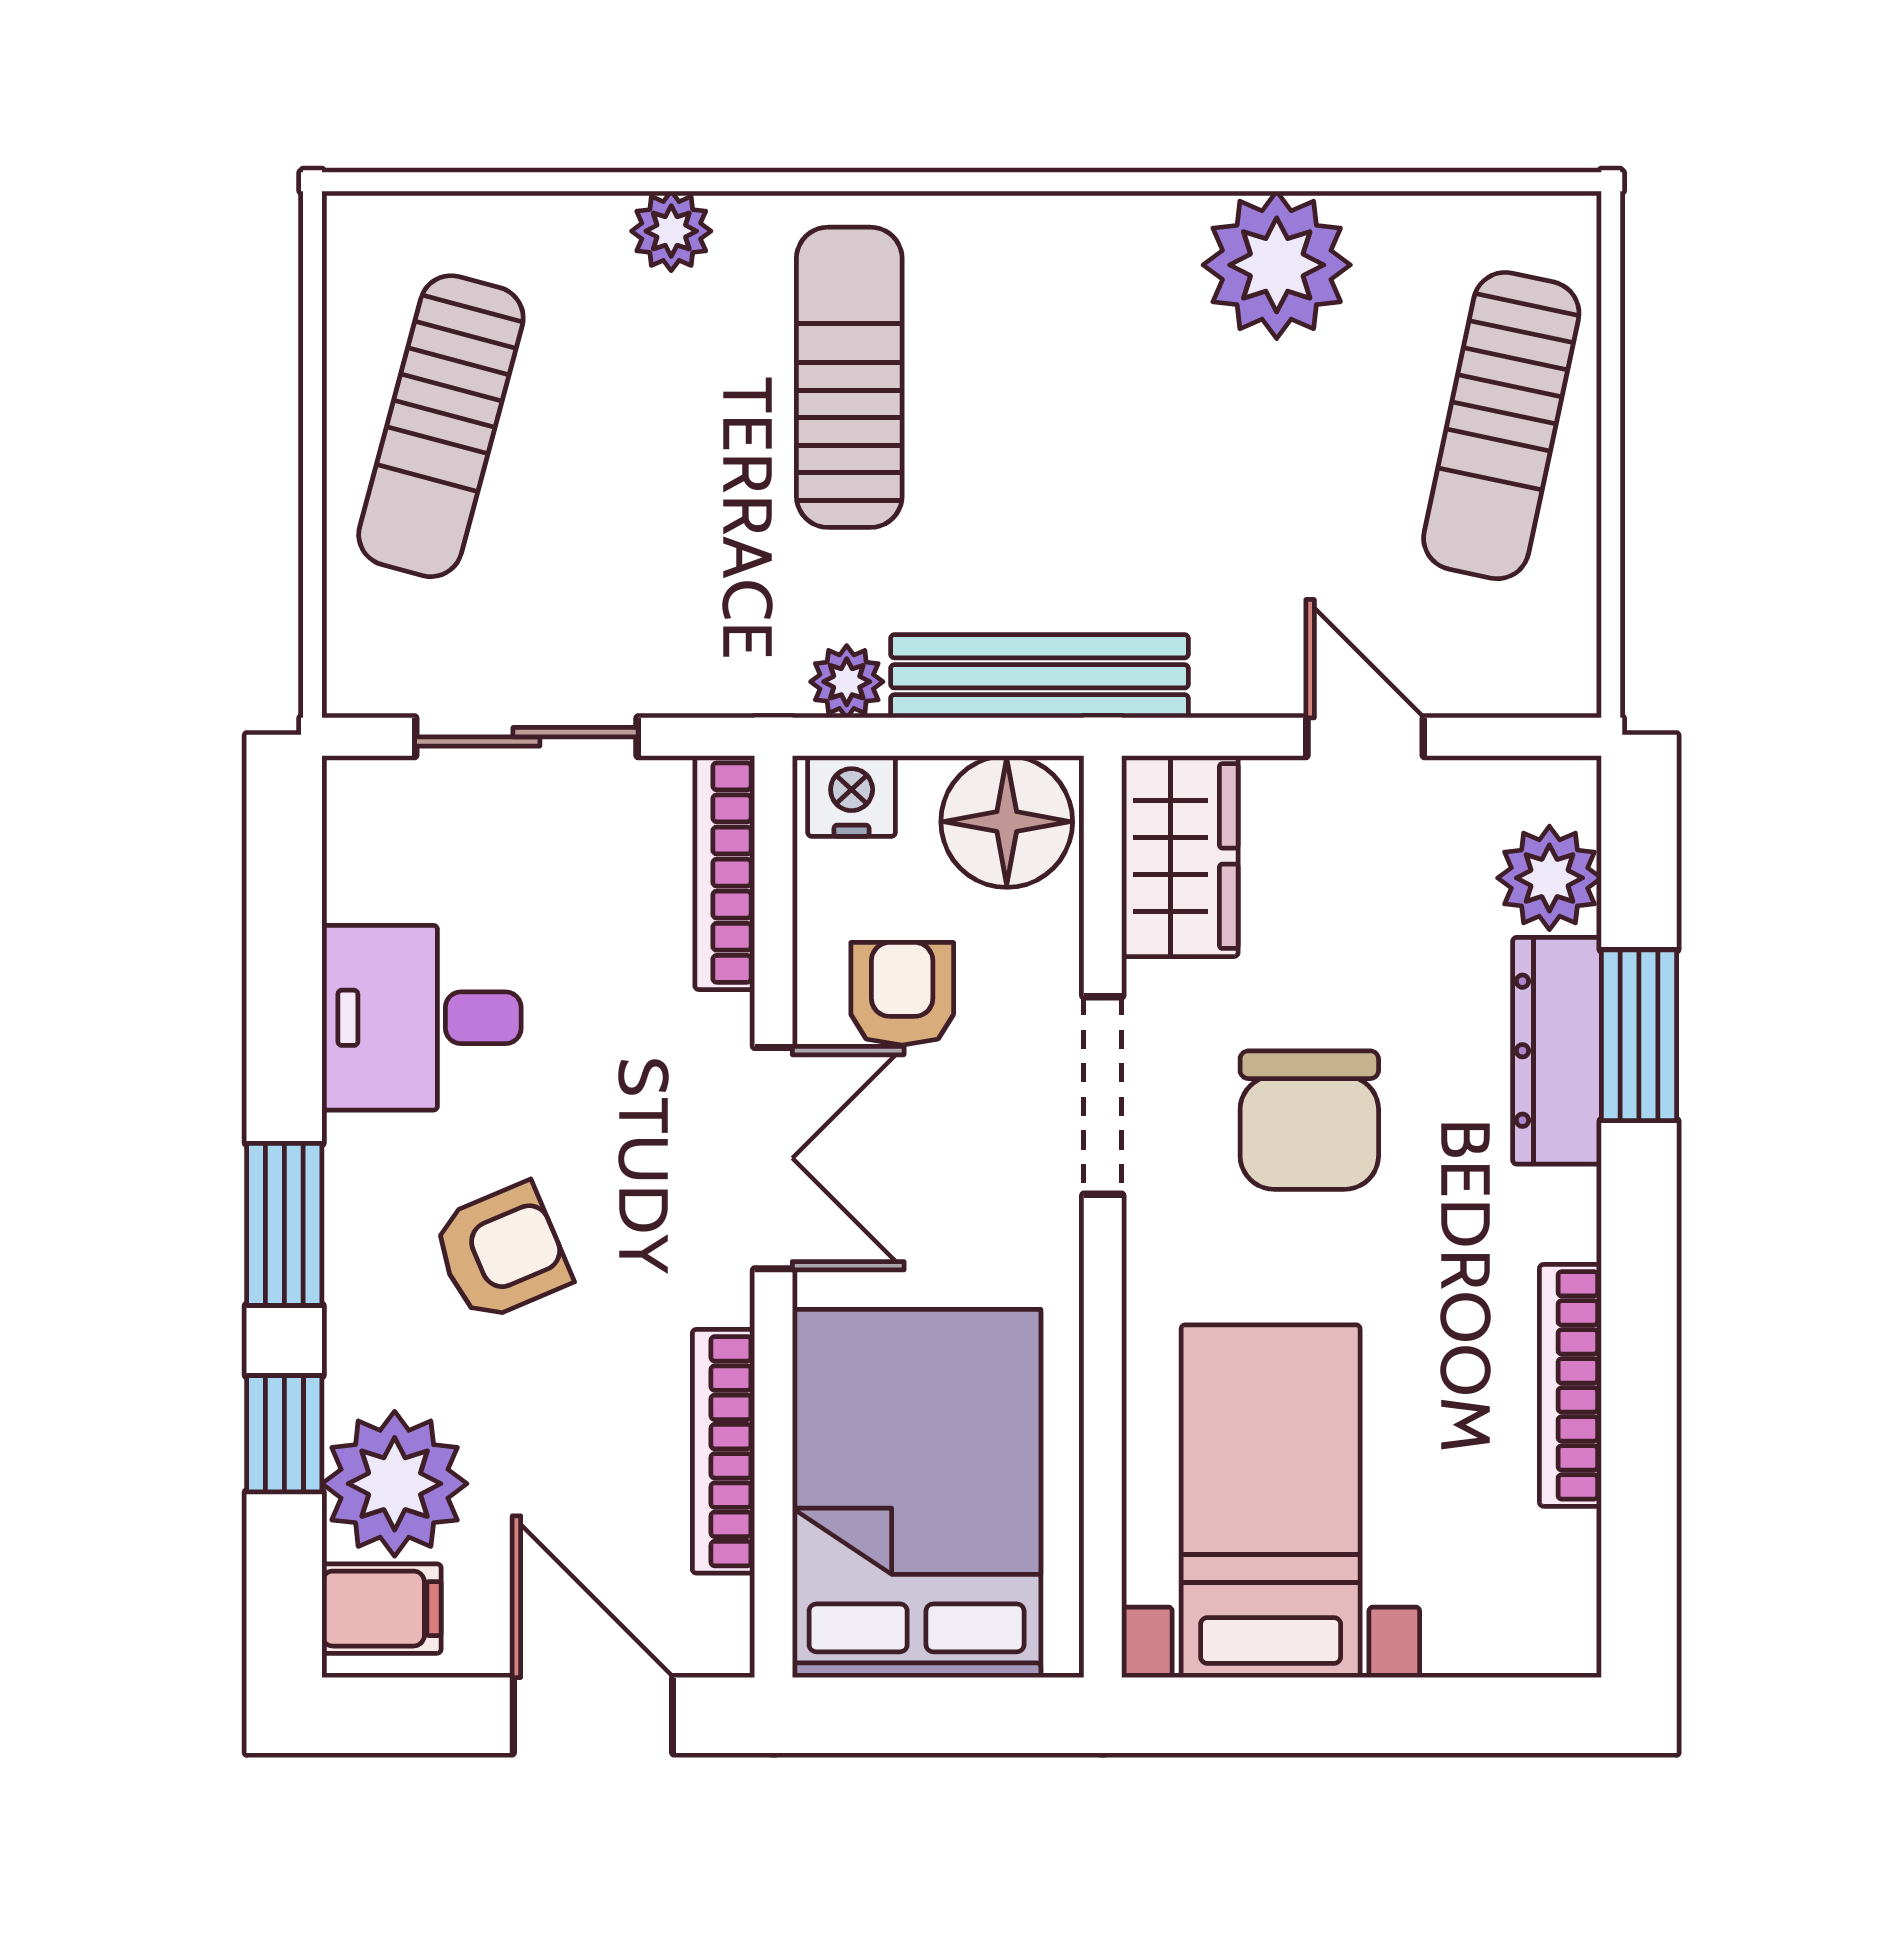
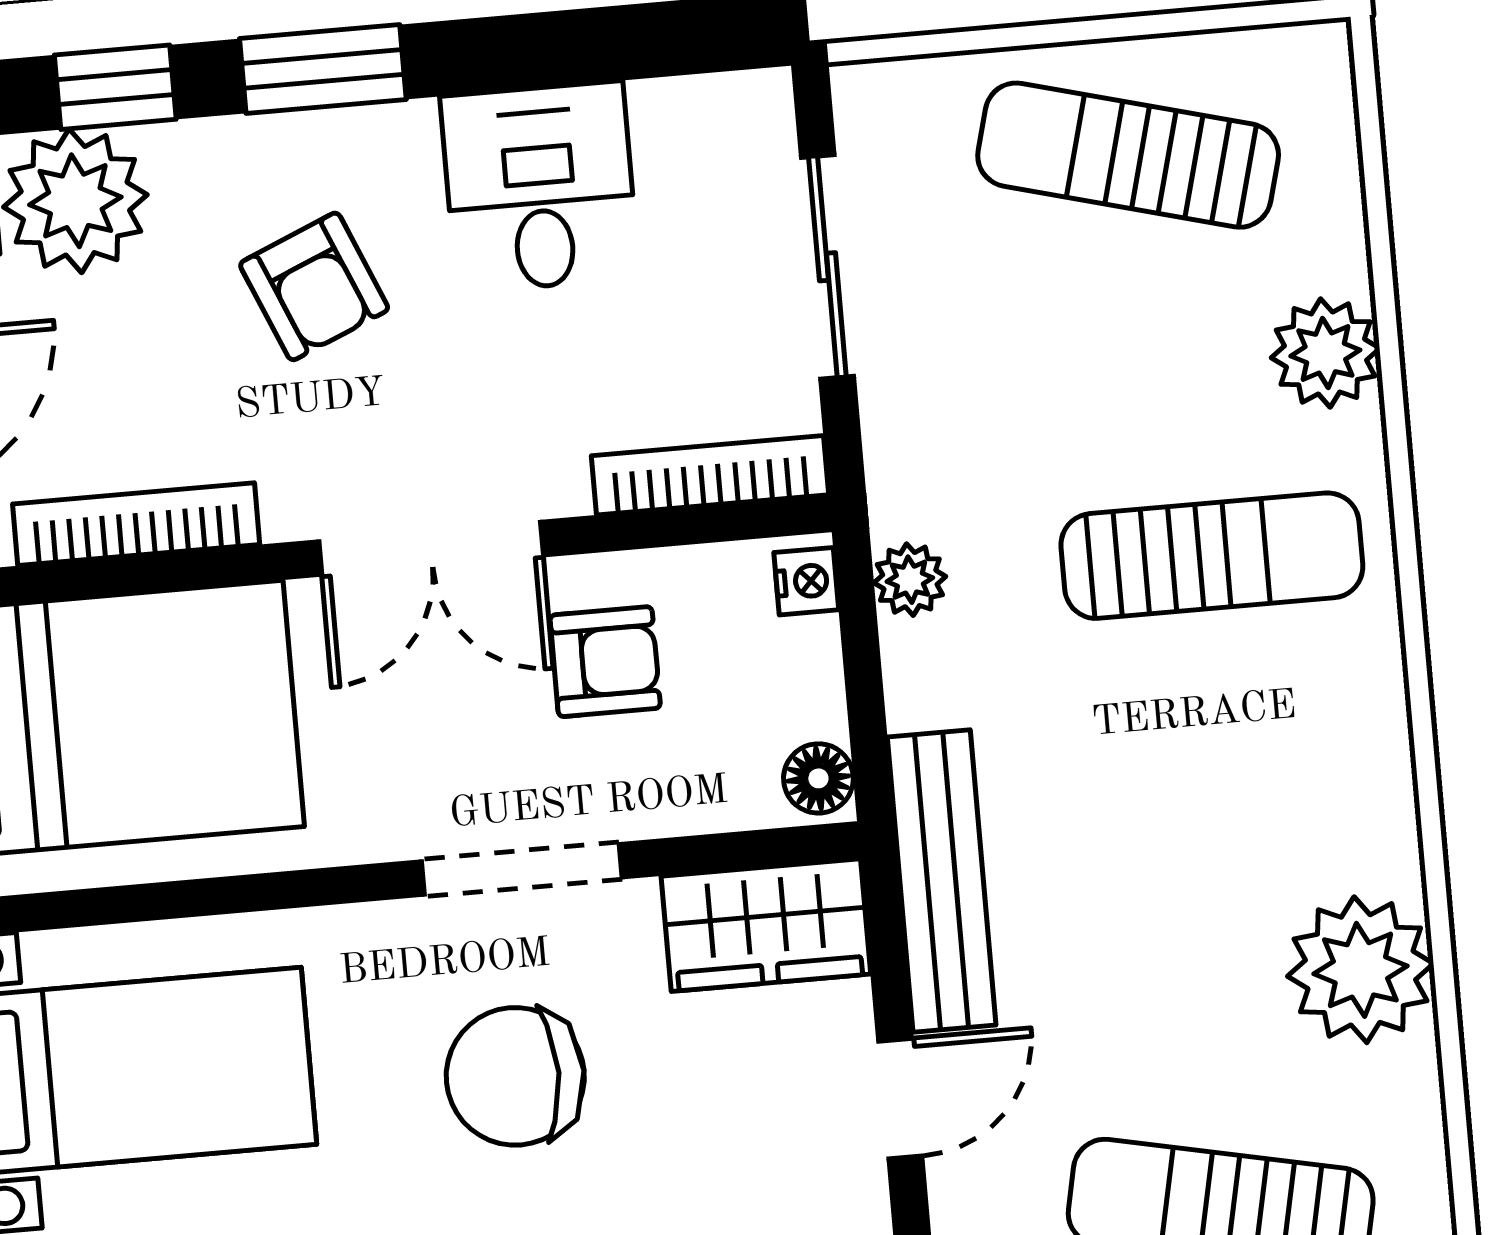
plant: (671, 231) -> (1325, 353), width x1.38, depth x1.38
bench: (1039, 676) -> (942, 881), moved
nightstand: (852, 796) -> (806, 581), width x0.72, depth x0.74
floor lamp: (1007, 822) -> (818, 778), width x0.53, depth x0.53

